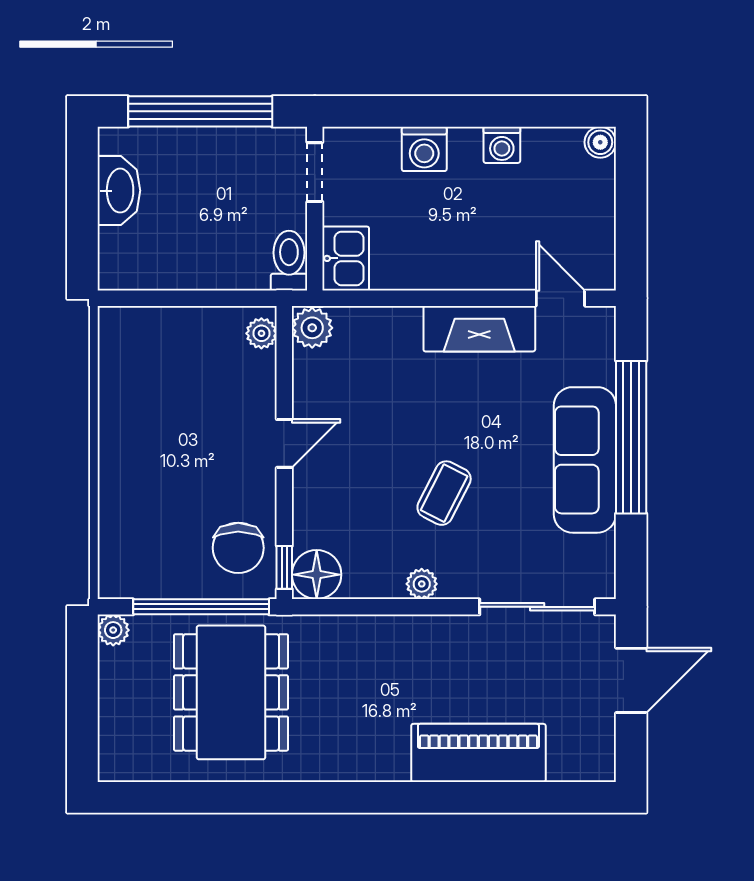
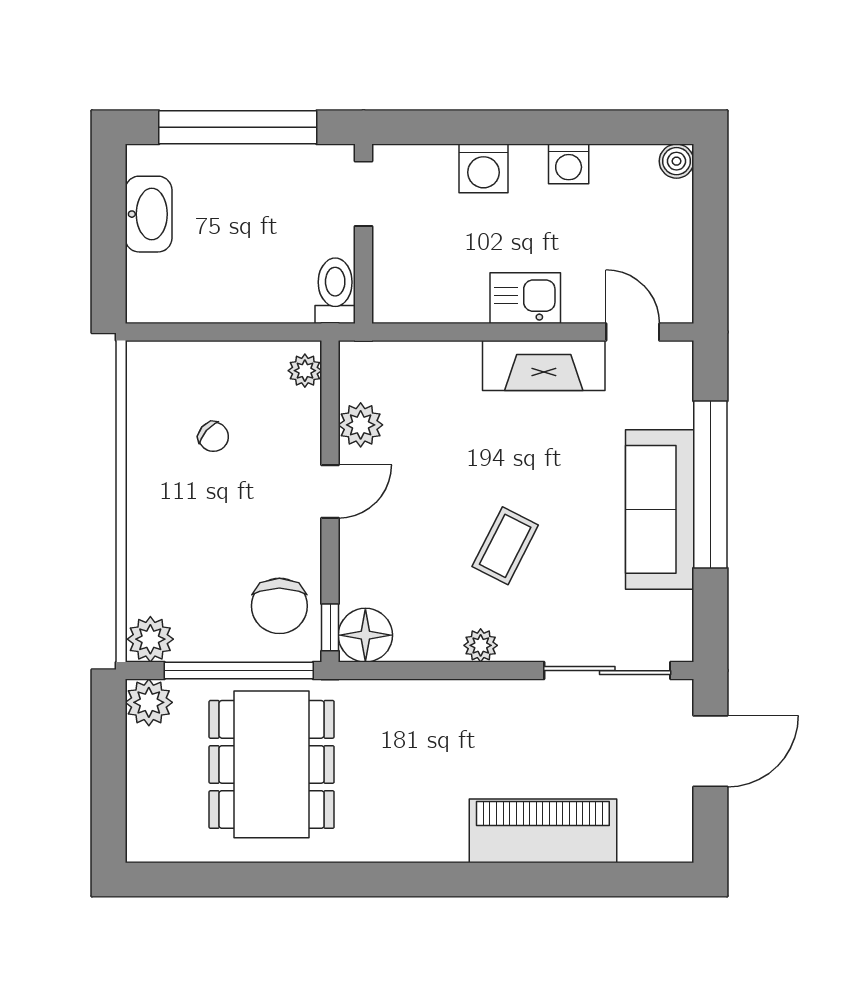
kitchen sink: (346, 258) -> (525, 298), moved, turned -90
plant: (312, 328) -> (361, 425), moved
chair: (178, 394) -> (213, 437), added
plant: (120, 578) -> (150, 639), added
plant: (113, 630) -> (149, 702), width x1.38, depth x1.38

